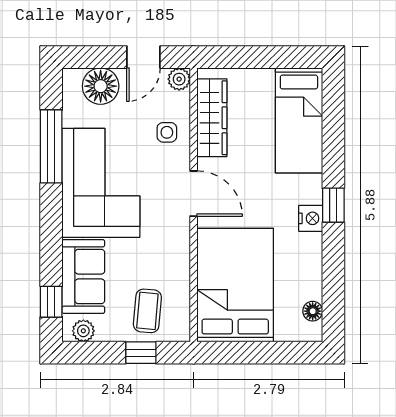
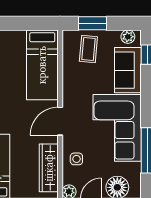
door: (194, 194) -> (60, 121), hinge flipped
bed: (235, 285) -> (42, 65), width x0.67
window: (141, 353) -> (92, 23), width x1.50

